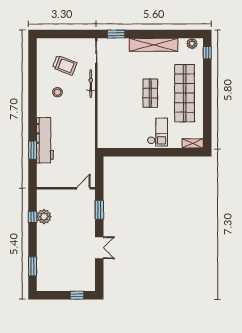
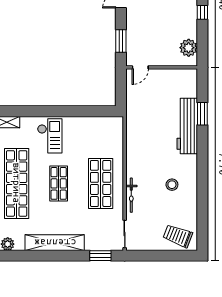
trolley: (65, 65) -> (178, 236), moved
shop shelf: (116, 93) -> (101, 183), added
checkout: (157, 132) -> (50, 136), turned 180
window: (33, 217) -> (202, 12), moved
plant: (44, 217) -> (189, 48), moved

